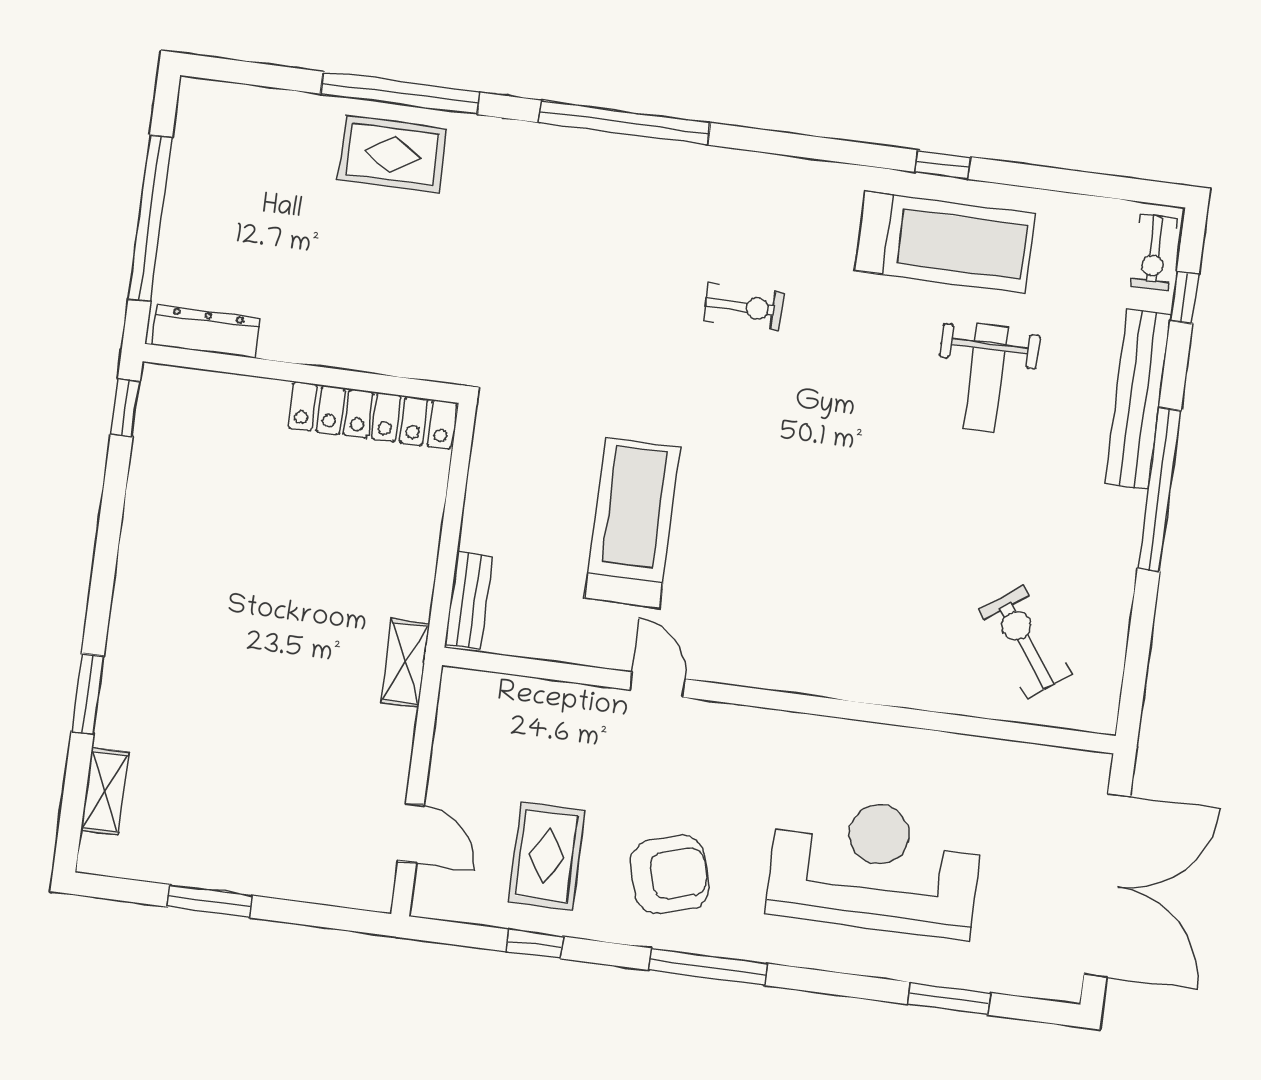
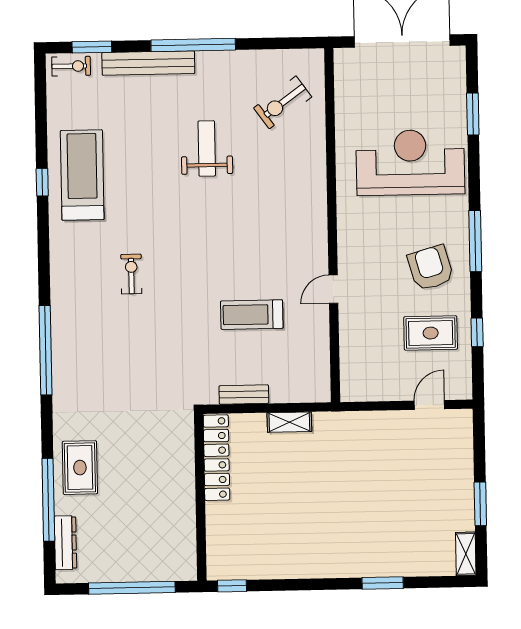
window: (400, 93) -> (48, 500), moved
window: (1185, 297) -> (92, 47), width x1.50
dresser: (206, 331) -> (65, 543), moved, turned 180
weight bench: (986, 378) -> (207, 148), moved, turned -90
treadmill: (633, 523) -> (252, 315), width x0.73, depth x0.73
bench: (469, 600) -> (244, 395), moved
shelving: (405, 663) -> (289, 422), moved
shelving: (105, 791) -> (466, 554), moved, turned 90
reception desk: (875, 866) -> (410, 162), turned 90

